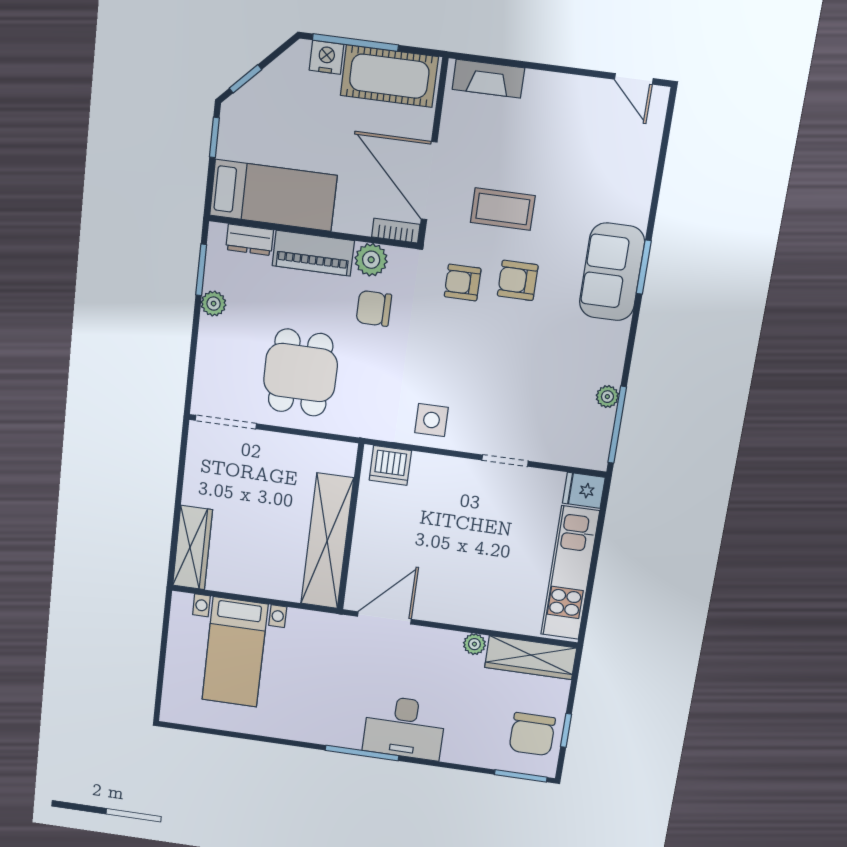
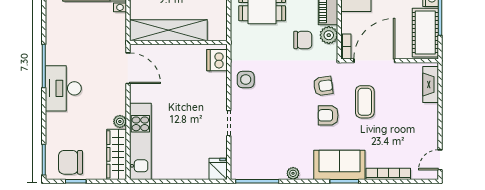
bookcase: (644, 182) -> (388, 174), added
armchair: (518, 280) -> (328, 115), turned -90
armchair: (463, 283) -> (323, 86), turned 82
chair: (374, 308) -> (303, 40), turned 90
plant: (607, 397) -> (293, 173), moved
kitchen unit: (570, 573) -> (140, 141), moved, turned 90

